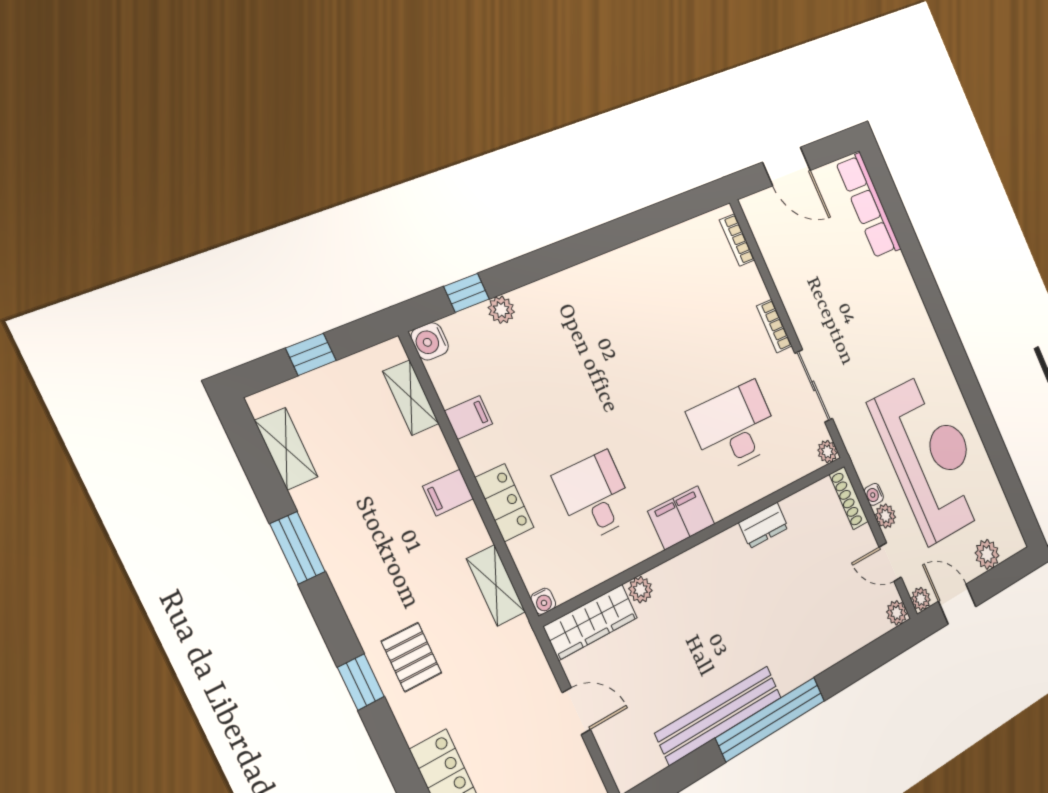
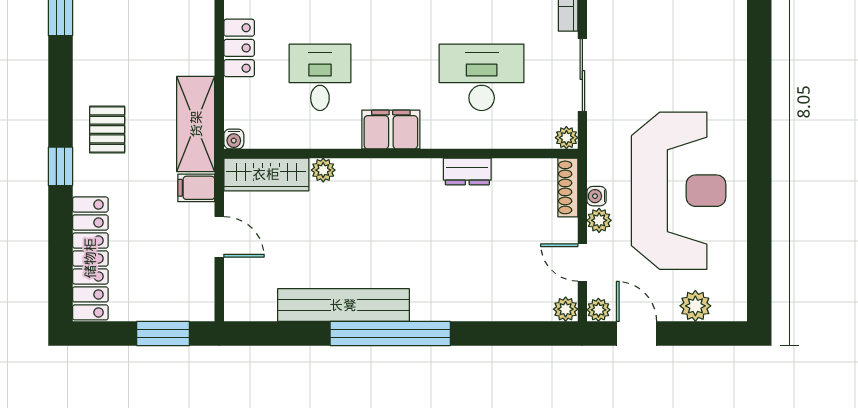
filing cabinet: (448, 493) -> (196, 188), moved
shelving: (496, 585) -> (196, 124), width x1.50, depth x1.33
window: (361, 682) -> (60, 166), moved

